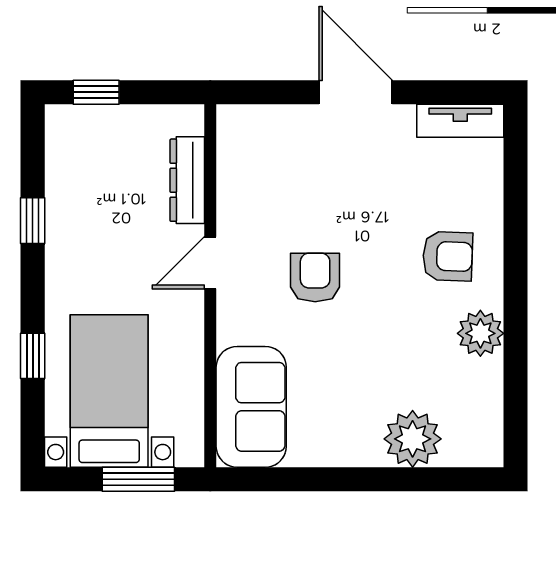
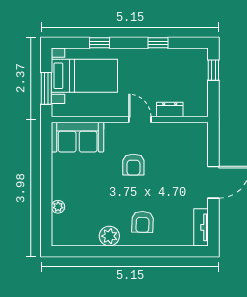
dresser: (187, 180) -> (170, 109), width x0.70
armchair: (315, 277) -> (133, 165), turned 90
plant: (413, 439) -> (58, 207), width x0.53, depth x0.53

